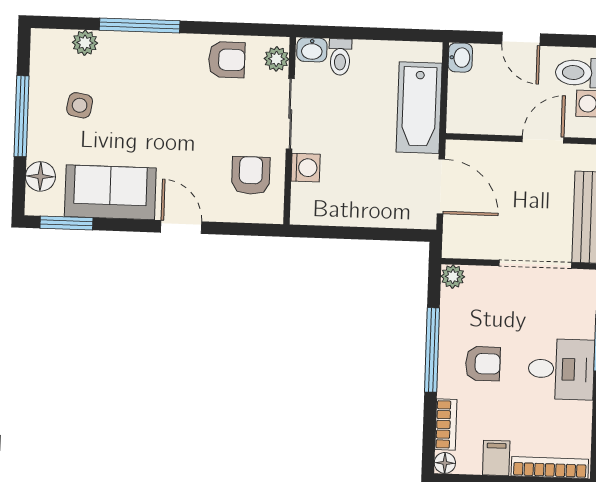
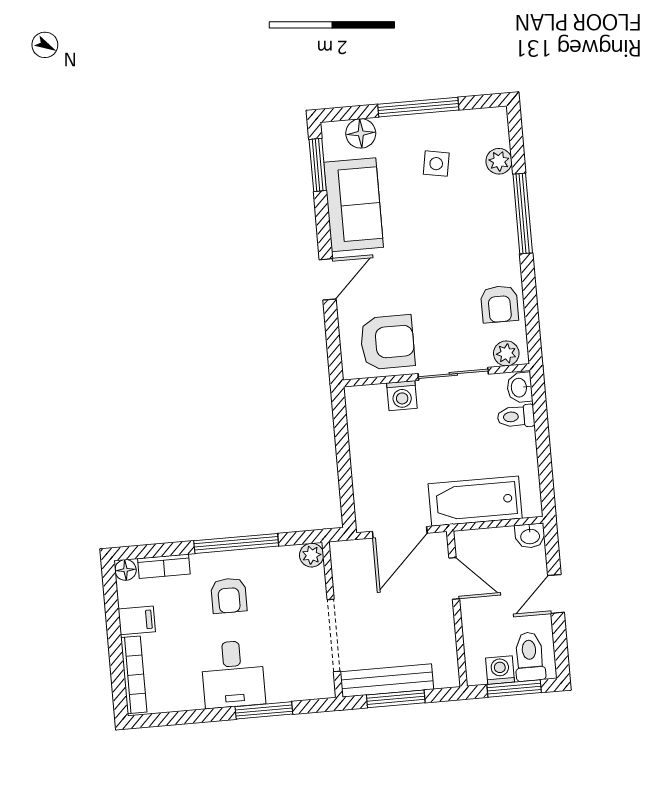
door: (543, 140) -> (454, 578), moved
armchair: (251, 175) -> (387, 342), width x1.38, depth x1.38

